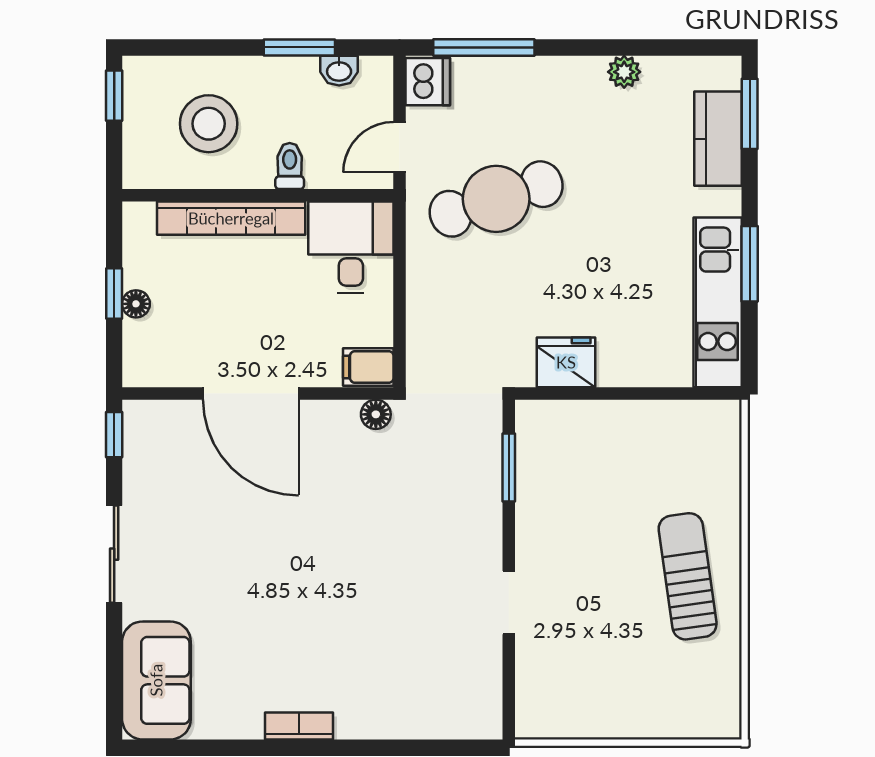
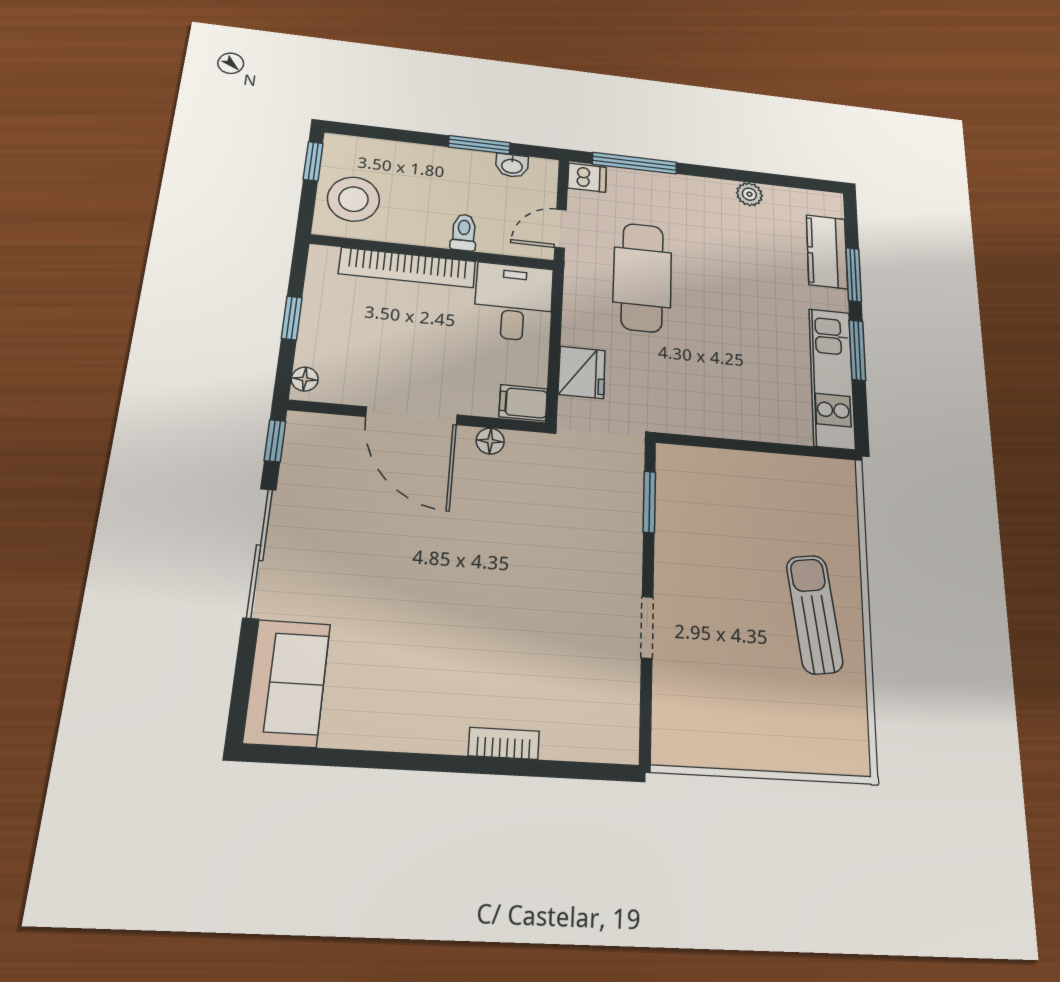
dishwasher: (428, 82) -> (587, 178), width x0.73
window: (750, 114) -> (854, 275), moved
stool: (209, 124) -> (353, 199), moved
cafe table: (496, 199) -> (642, 277), turned -72
floor lamp: (136, 304) -> (305, 379), moved
fridge: (566, 362) -> (582, 372), moved, turned 90
floor lamp: (376, 414) -> (490, 441), moved
sliding door: (114, 554) -> (260, 553), width x1.37
bookcase: (299, 726) -> (504, 743), moved

